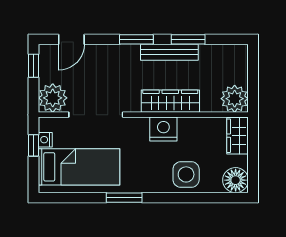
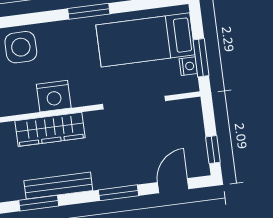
window: (136, 39) -> (118, 193), moved
plant: (53, 98) -> (186, 115), removed
window: (33, 145) -> (201, 58), width x1.50

